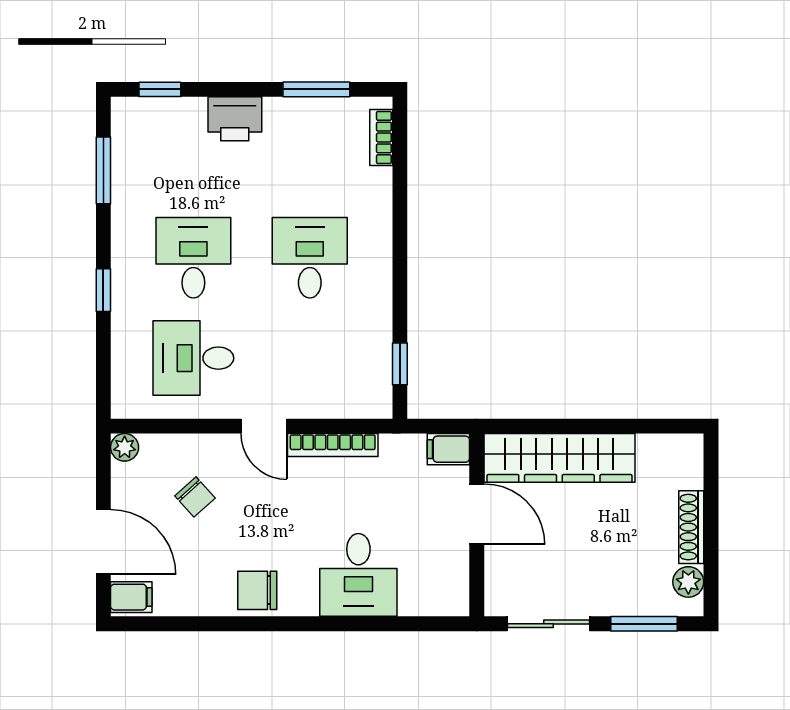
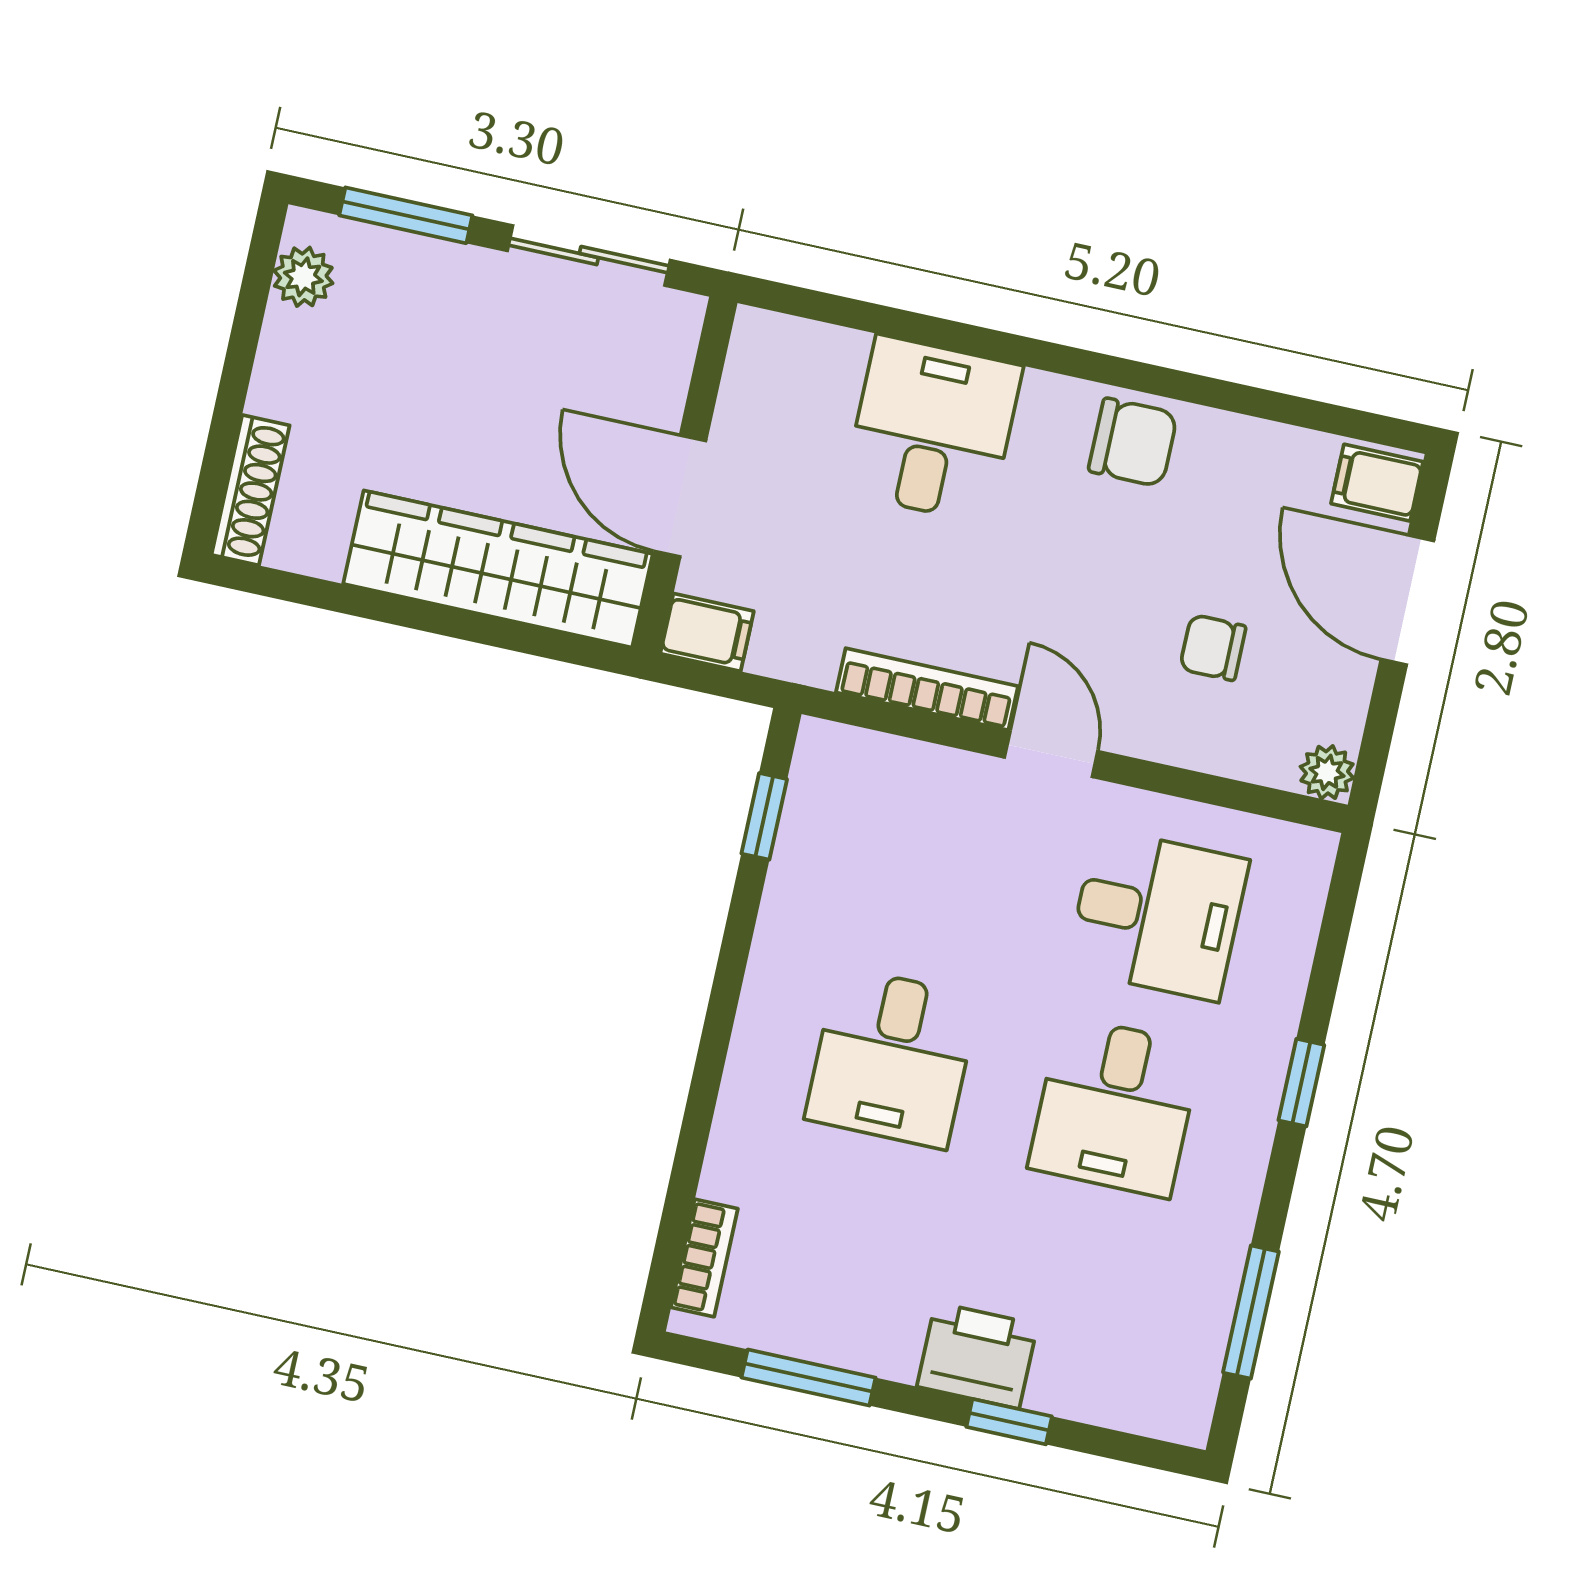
window: (160, 89) -> (1009, 1422), moved
chair: (195, 497) -> (1213, 648), turned -48
shoe rack: (691, 527) -> (250, 490), moved

